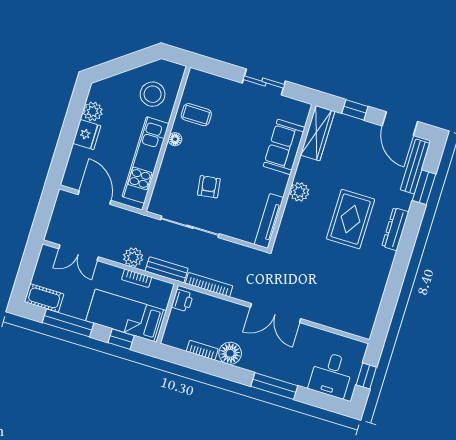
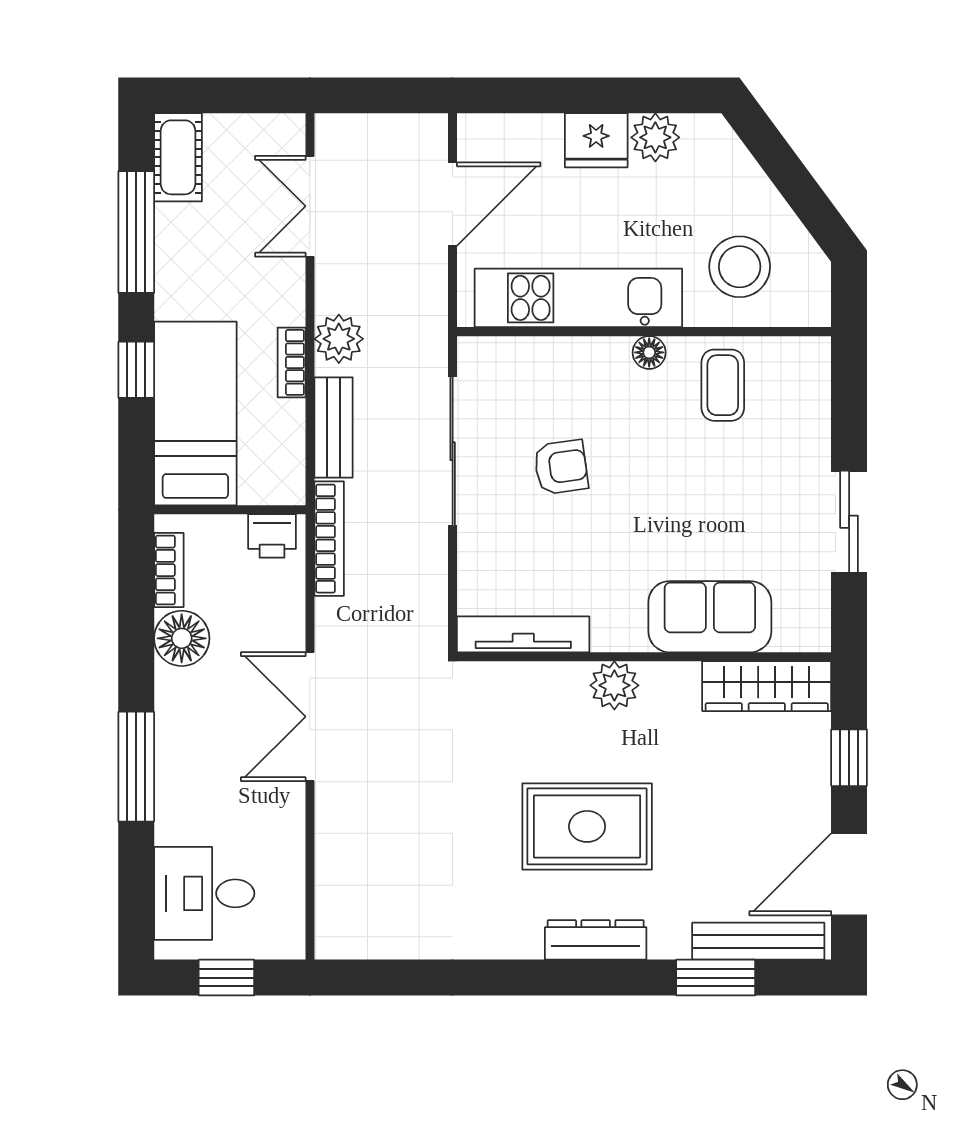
printer: (182, 301) -> (272, 536), moved
wall: (167, 314) -> (230, 510), moved
bed: (126, 316) -> (195, 413), moved

